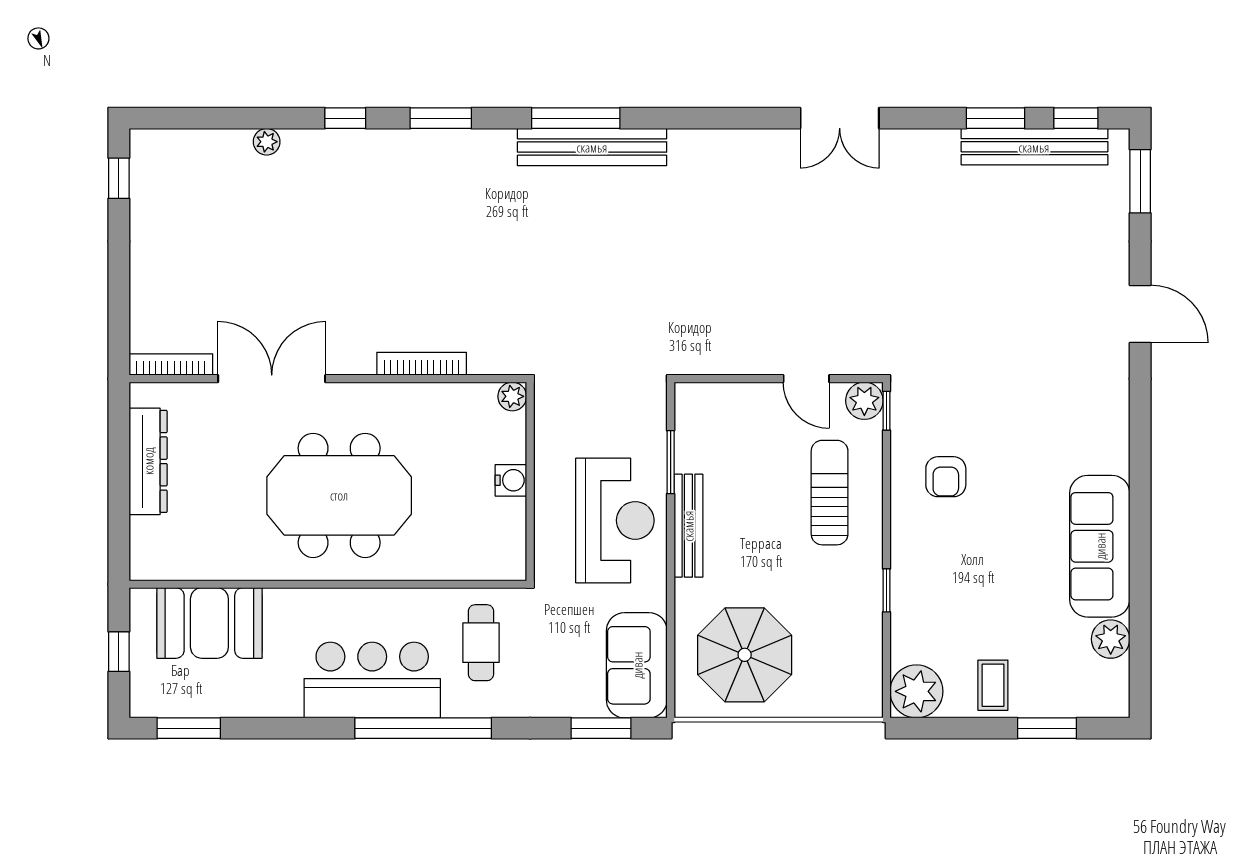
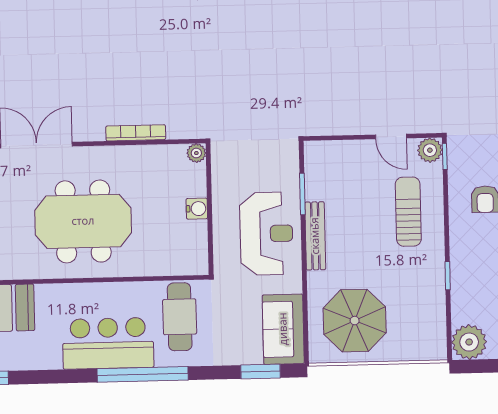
cafe table: (481, 643) -> (180, 317), width x1.37, depth x1.35

